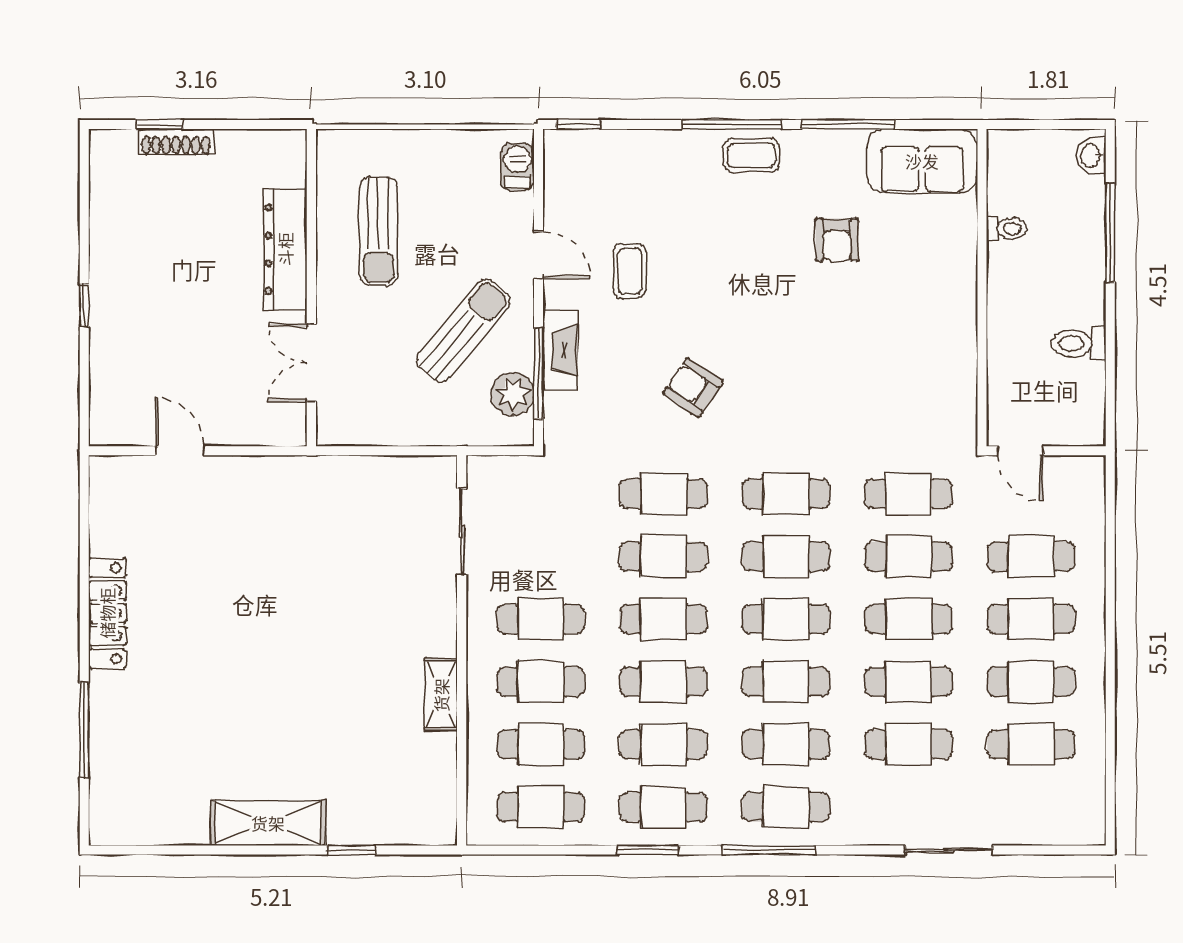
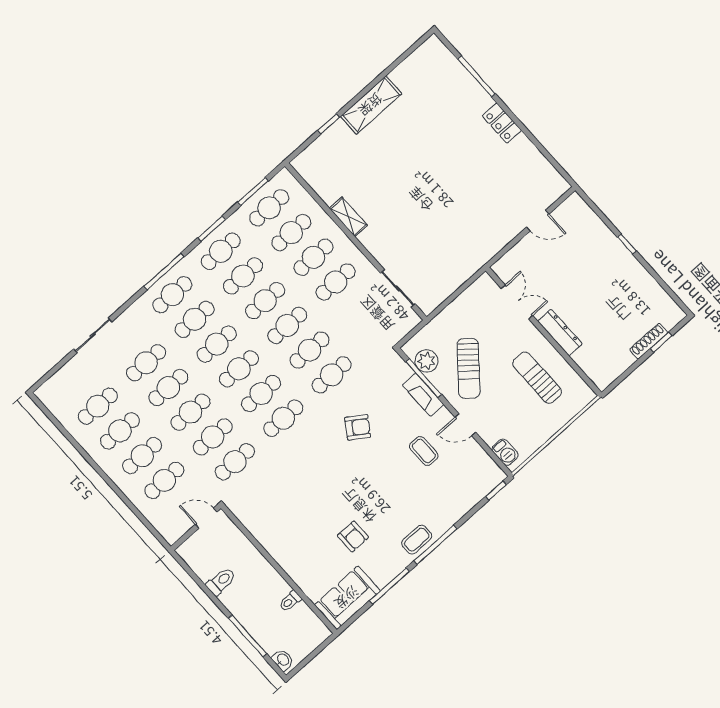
armchair: (837, 240) -> (353, 537), turned 180
dresser: (285, 249) -> (560, 332), width x0.73, depth x0.80
locker: (107, 613) -> (502, 123), width x0.66
window: (543, 850) -> (253, 191), added

